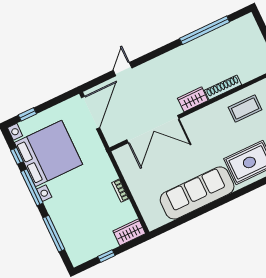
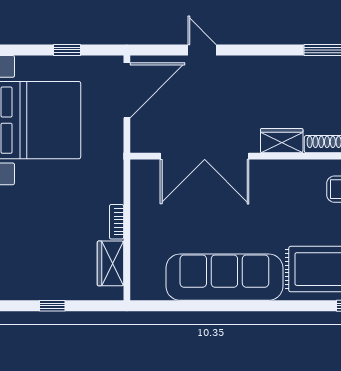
door: (123, 69) -> (202, 50), hinge flipped
window: (27, 114) -> (67, 50), moved
wardrobe: (129, 232) -> (110, 263), moved, turned -90

